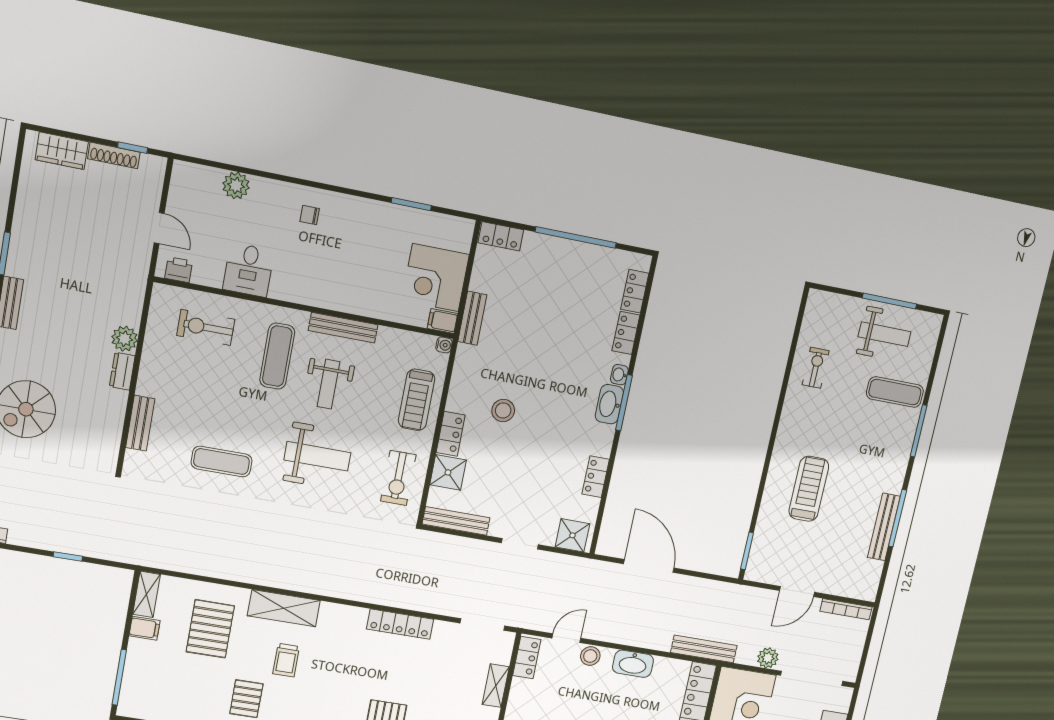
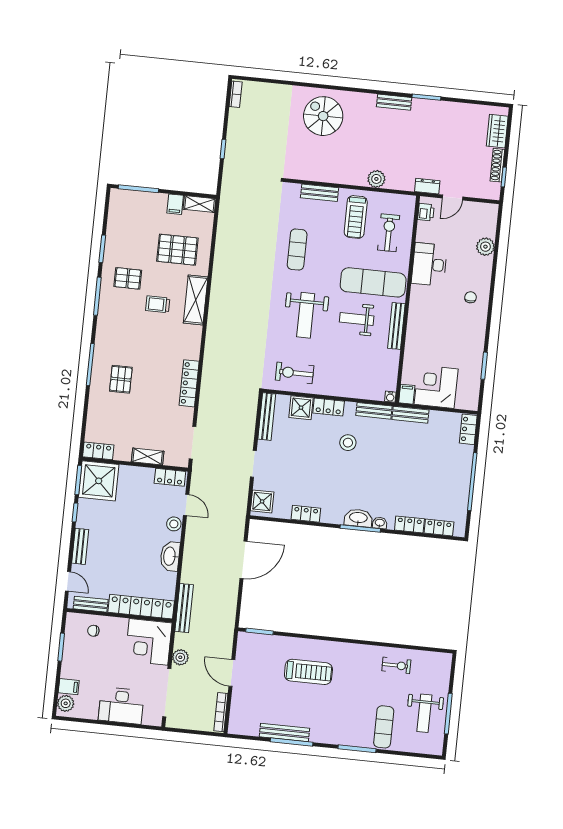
desk: (248, 270) -> (429, 264), width x1.37
exercise mat: (277, 356) -> (373, 282), width x1.36, depth x1.45
bench: (462, 370) -> (374, 411), added
dresser: (122, 371) -> (427, 186), moved
treadmill: (417, 400) -> (356, 217), moved, turned -90

